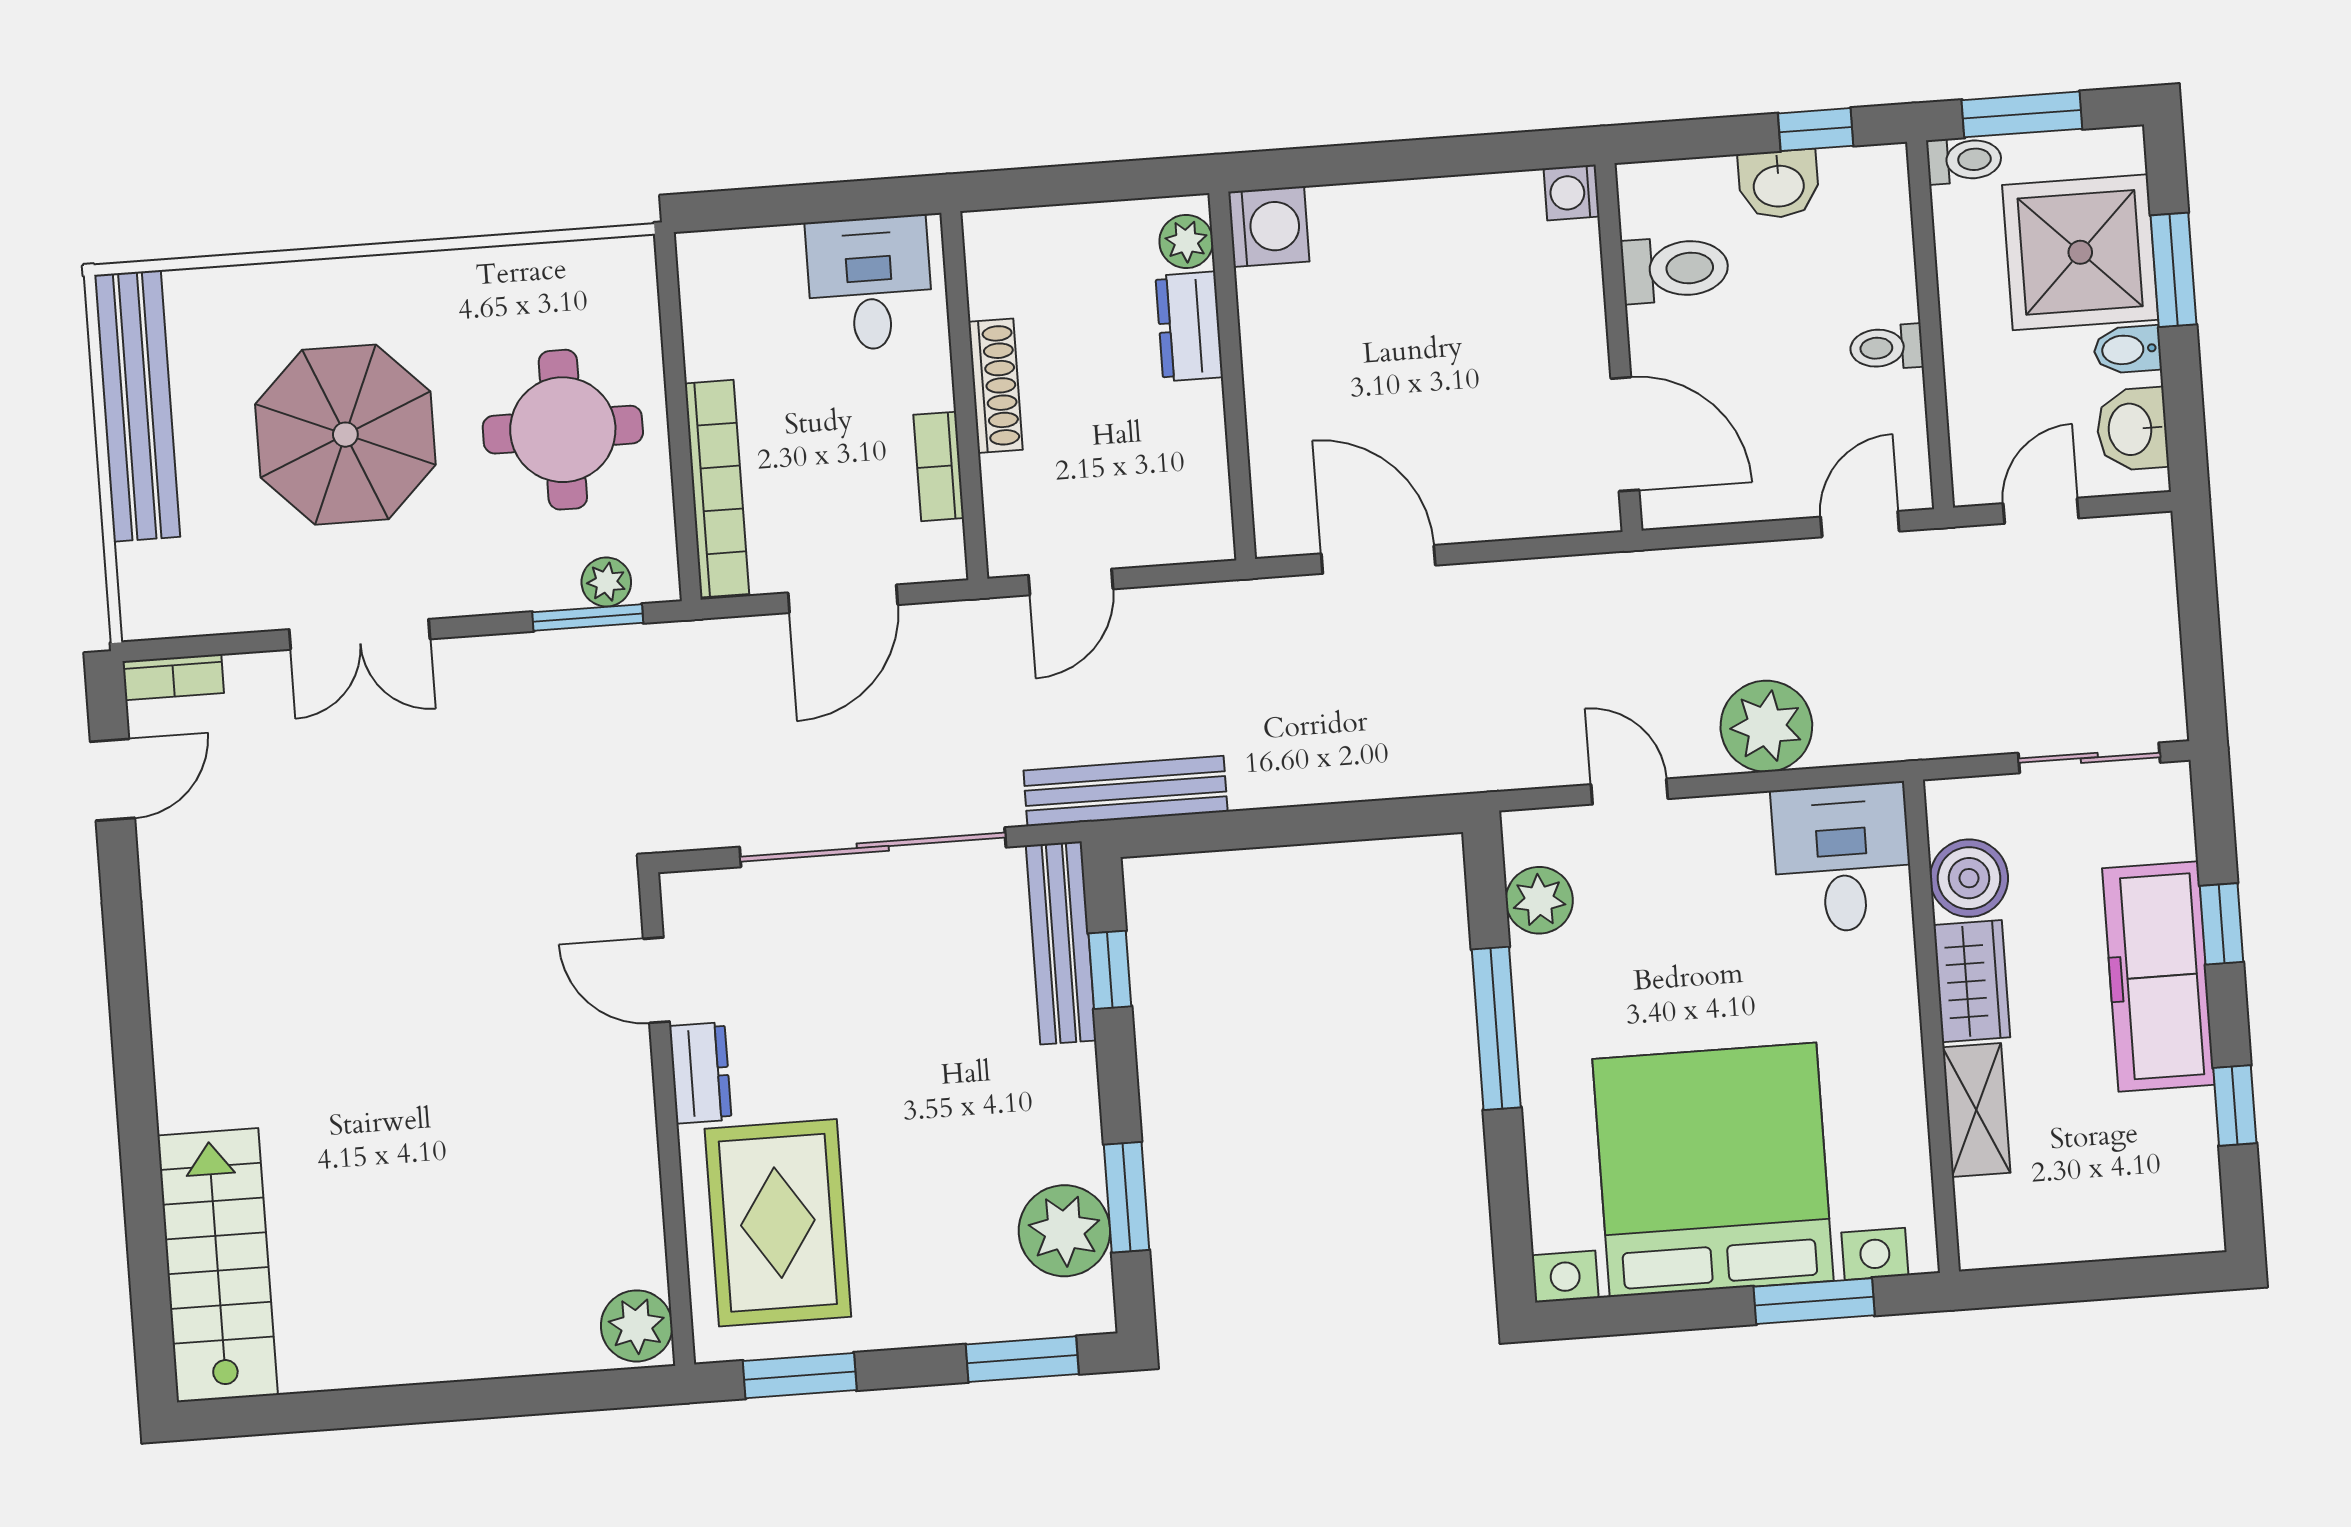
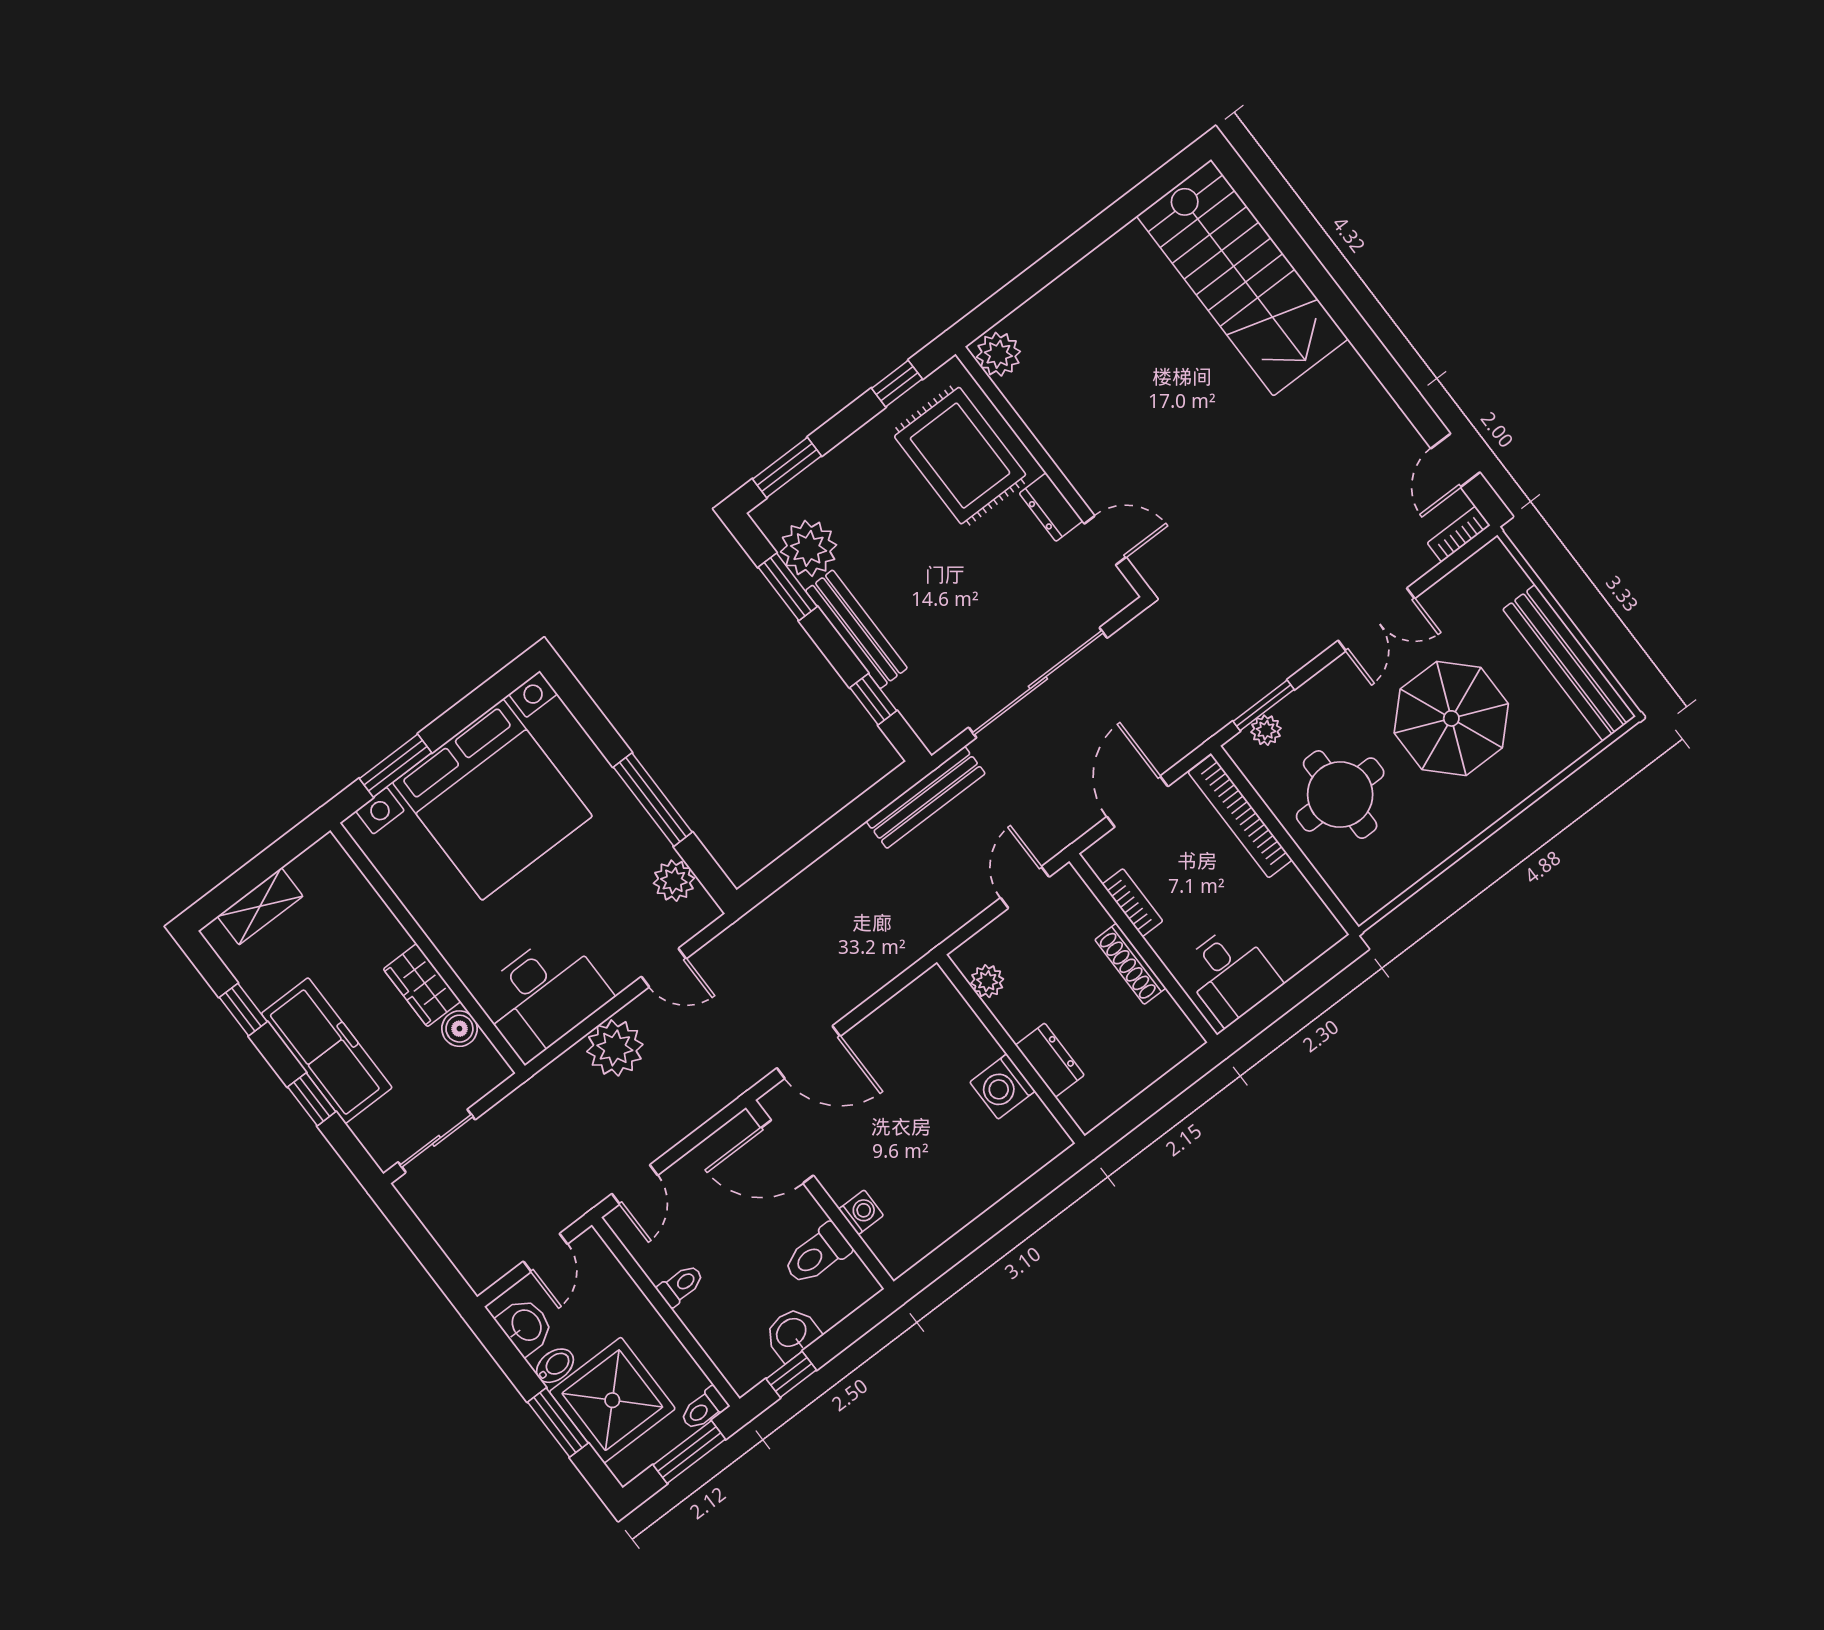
washing machine: (1572, 193) -> (861, 1212), moved
washing machine: (1269, 227) -> (1002, 1087), moved
plant: (1186, 241) -> (987, 981), moved
door: (1378, 559) -> (809, 1052), moved
double door: (360, 634) -> (1376, 620), swing flipped
desk: (1842, 858) -> (543, 996), width x1.37
boiler: (1969, 878) -> (459, 1029), width x0.73, depth x0.73
bench: (1061, 943) -> (856, 629), moved
shelving: (1976, 1110) -> (260, 906), moved, turned 90
stairs: (218, 1265) -> (1242, 278), width x1.36, depth x1.51
window: (800, 1376) -> (897, 384), width x0.67

